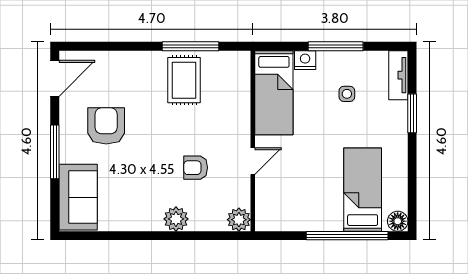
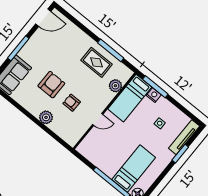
window: (336, 46) -> (155, 87), moved
tv unit: (398, 75) -> (184, 137), width x1.41
rug: (184, 80) -> (97, 62), turned 90
armchair: (106, 126) -> (51, 85), moved
plant: (239, 220) -> (115, 86), moved

